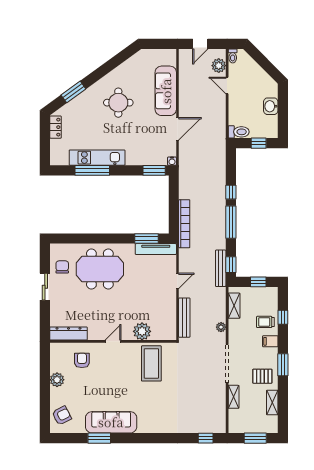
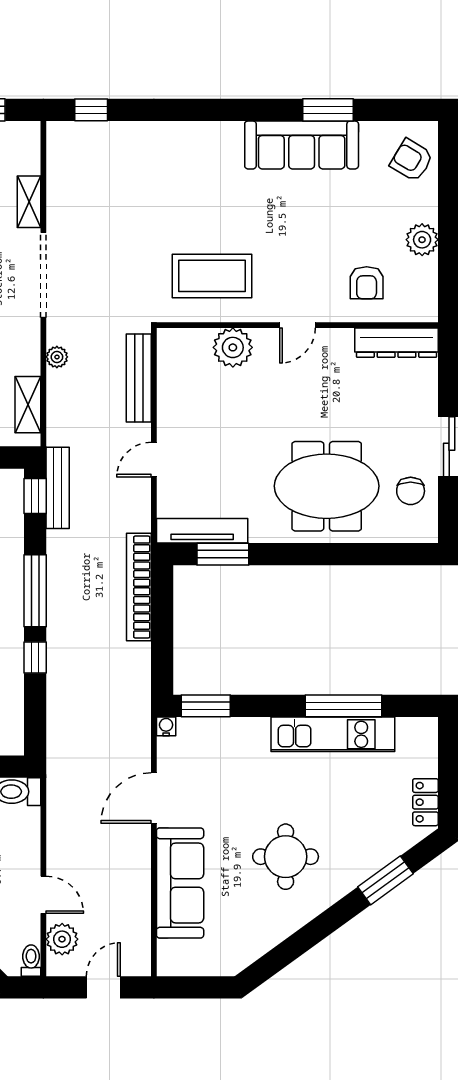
coffee table: (151, 363) -> (212, 276), turned 90
armchair: (62, 415) -> (412, 160), turned 58

